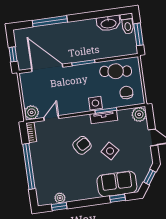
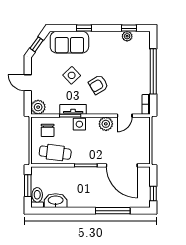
window: (13, 54) -> (153, 193), moved
plant: (32, 112) -> (106, 124), moved
window: (117, 198) -> (84, 28), moved

